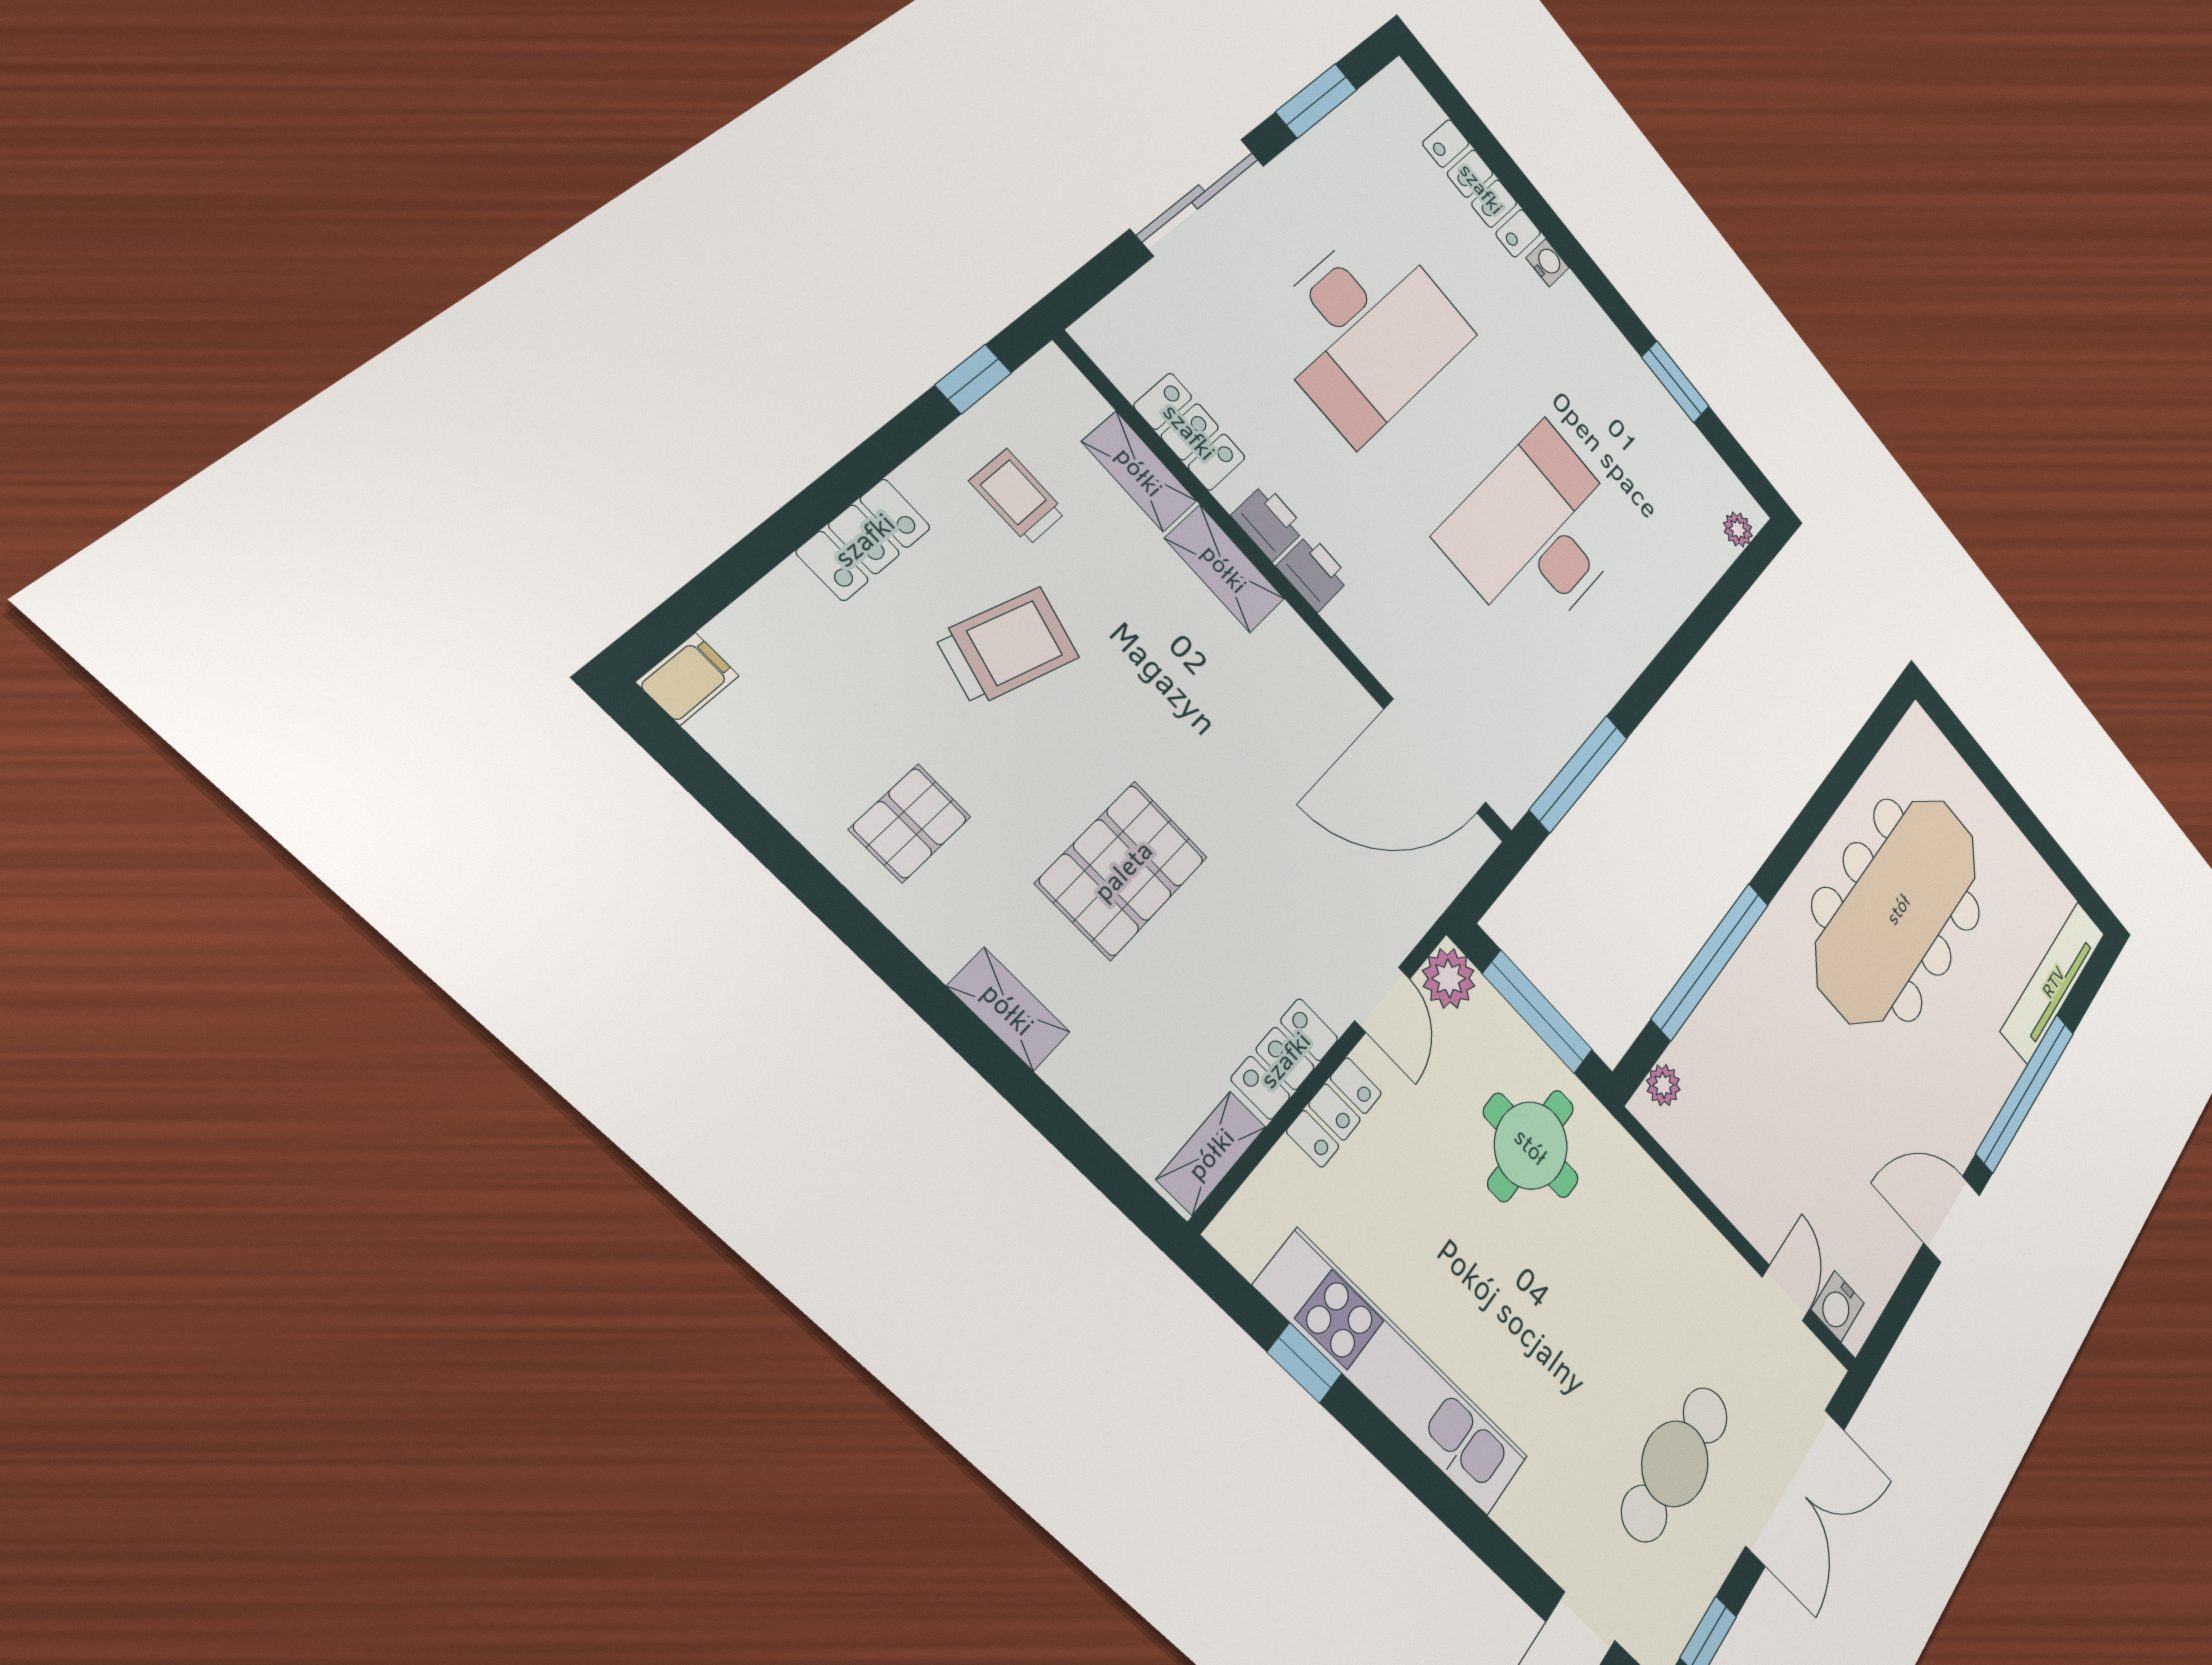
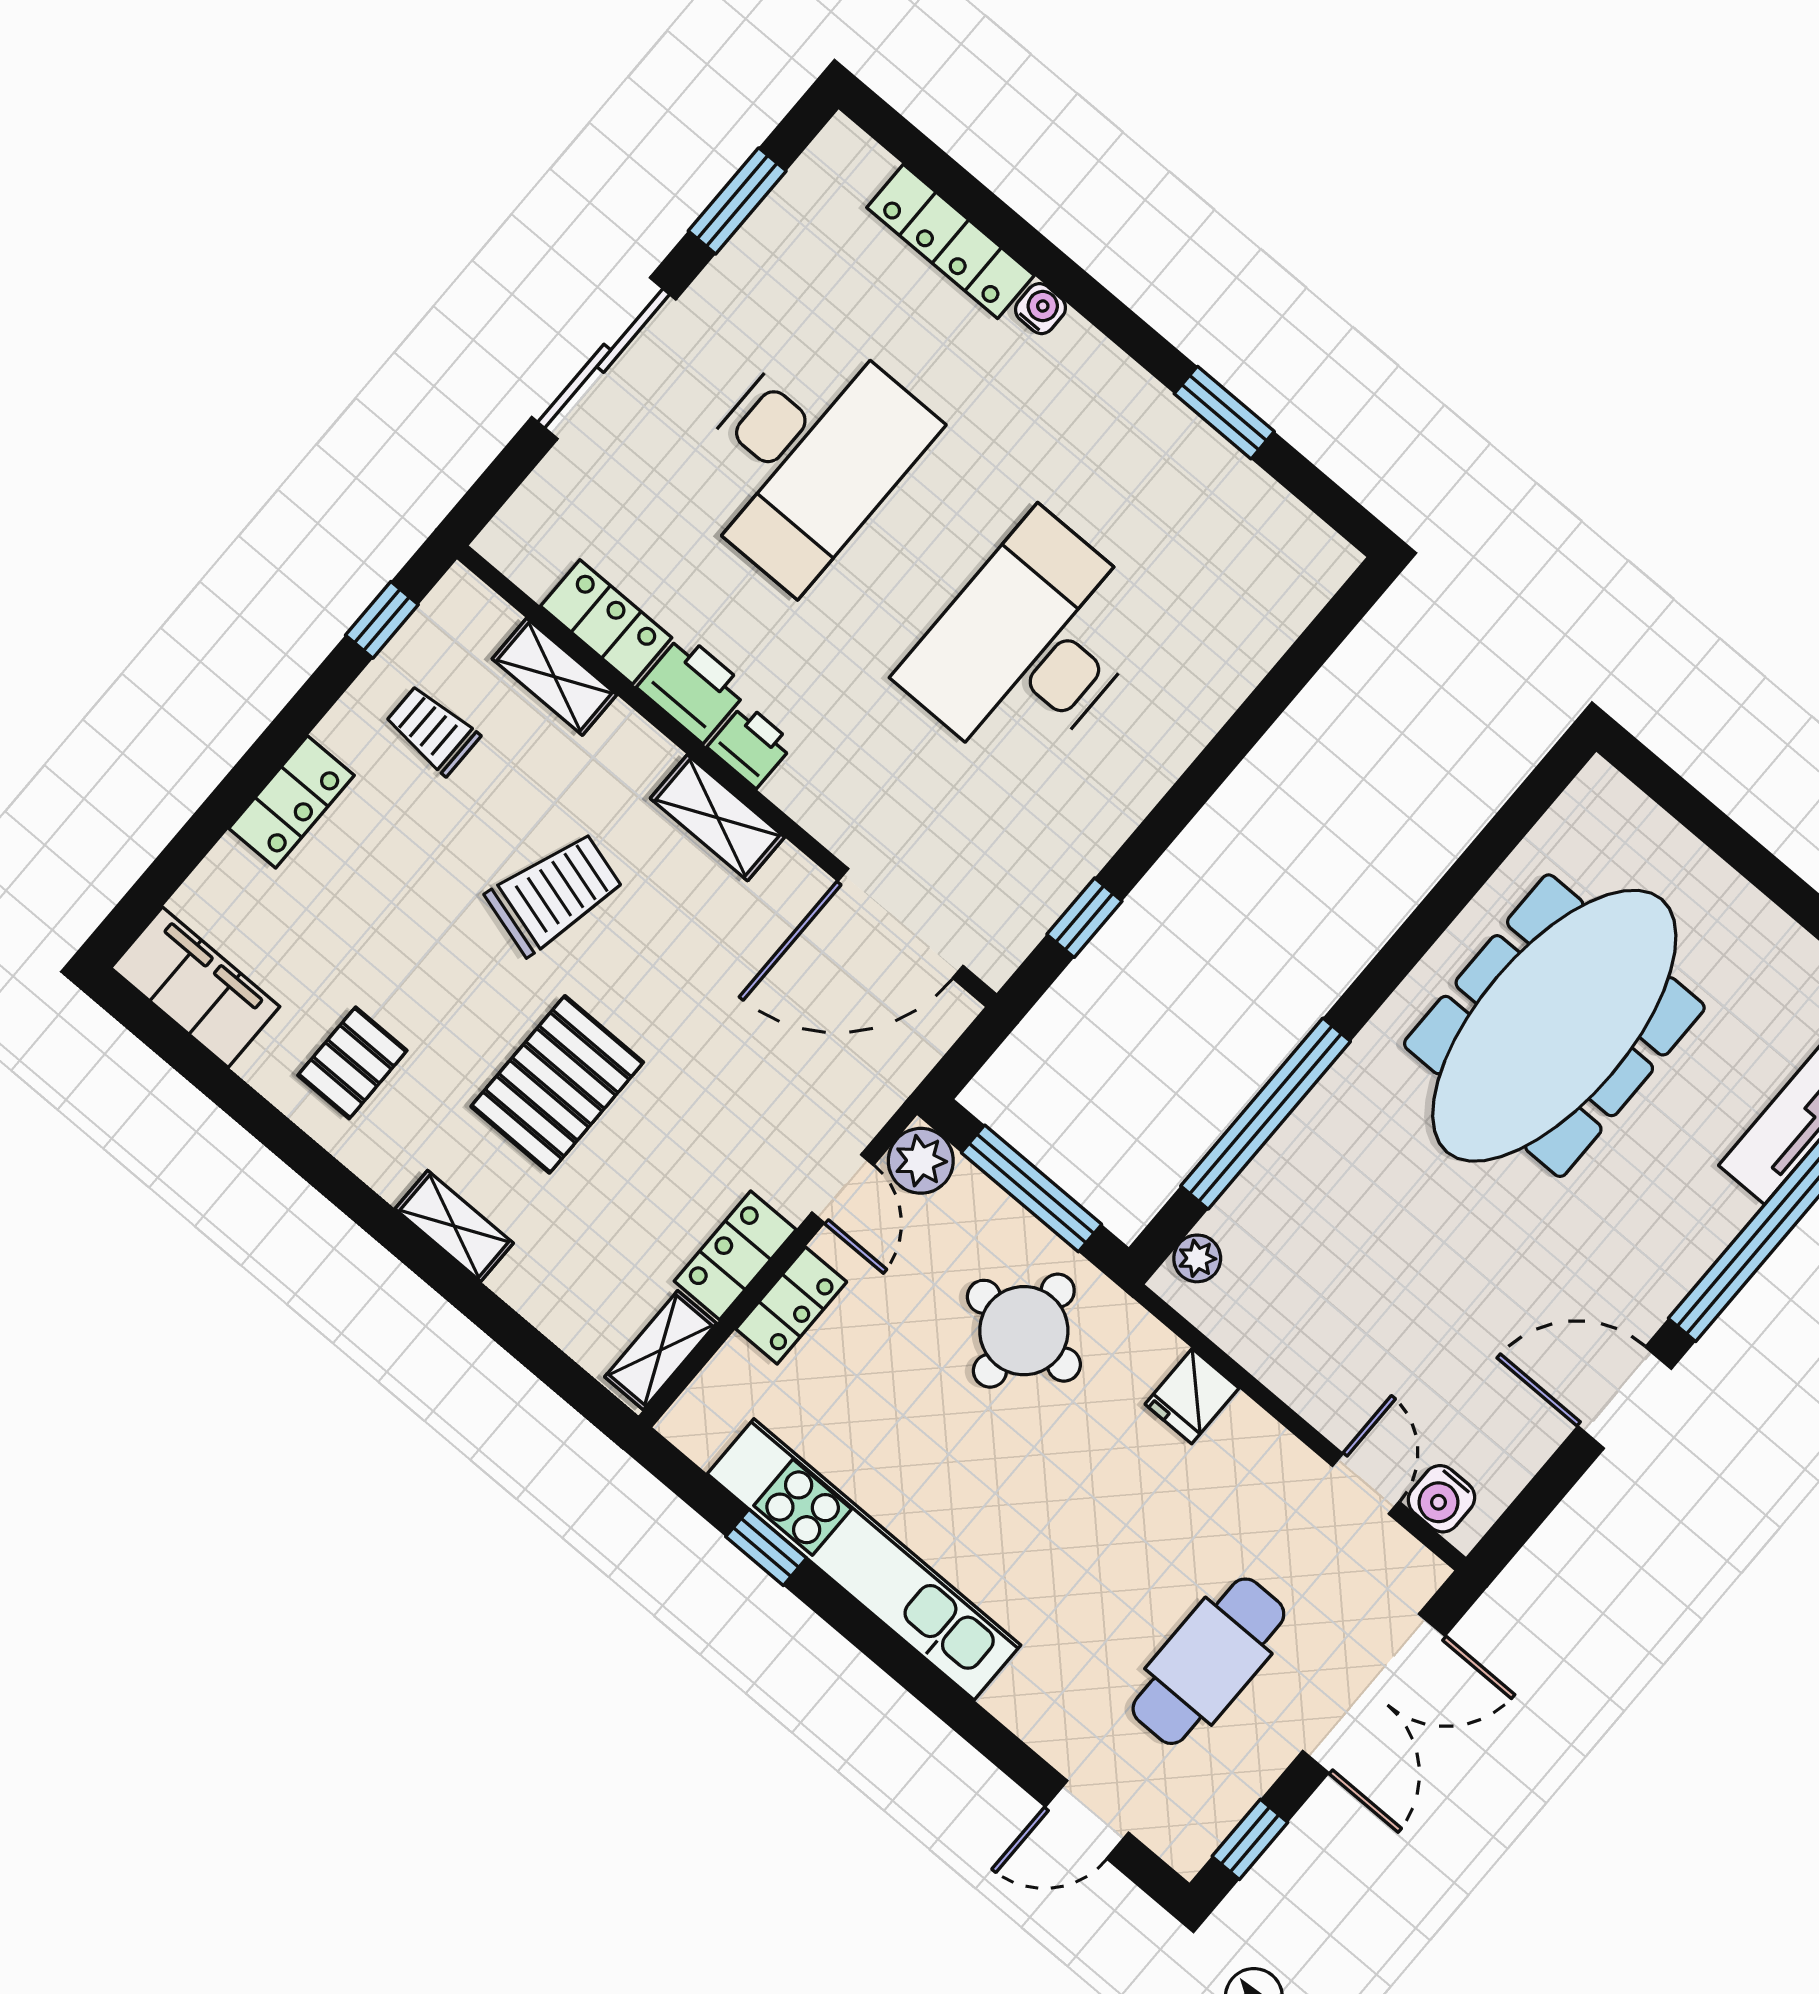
printer: (1269, 522) -> (693, 688), width x1.36, depth x1.24
plant: (1738, 529) -> (1316, 582), removed
shelving: (1225, 569) -> (717, 818), moved
trolley: (1007, 646) -> (555, 893), moved
filing cabinet: (688, 679) -> (195, 987), width x3.00, depth x1.17
window: (1579, 774) -> (1084, 918), width x0.46
fridge: (1661, 1211) -> (1192, 1396), added

